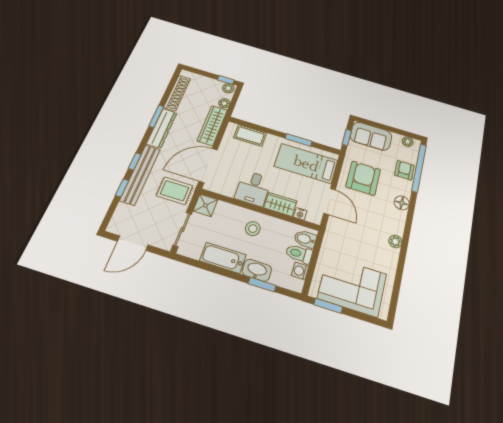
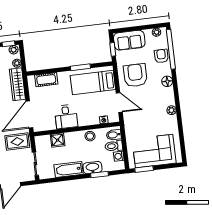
wardrobe: (280, 204) -> (88, 119), removed
shower: (205, 205) -> (58, 140), moved
stool: (253, 229) -> (90, 136), moved

